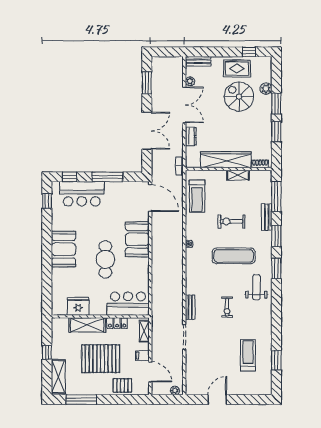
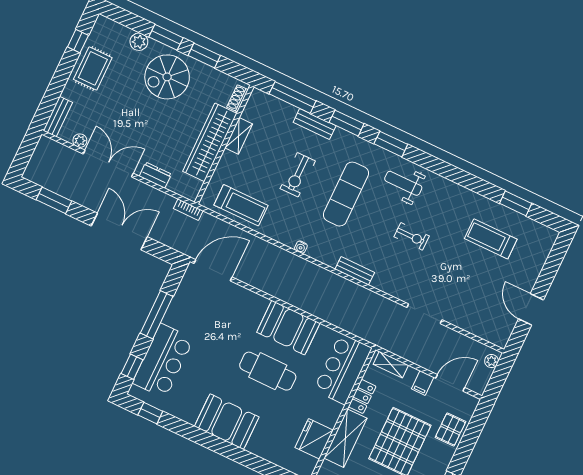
spiral stairs: (239, 97) -> (167, 77), moved
booth: (137, 239) -> (288, 328), moved
bench: (190, 307) -> (355, 271), moved

